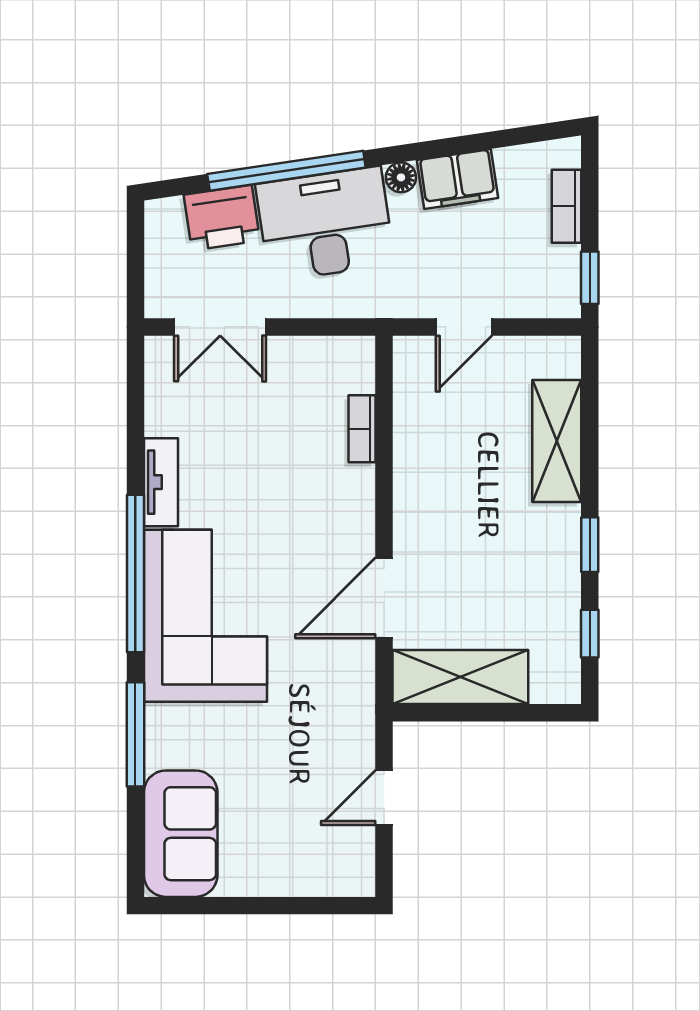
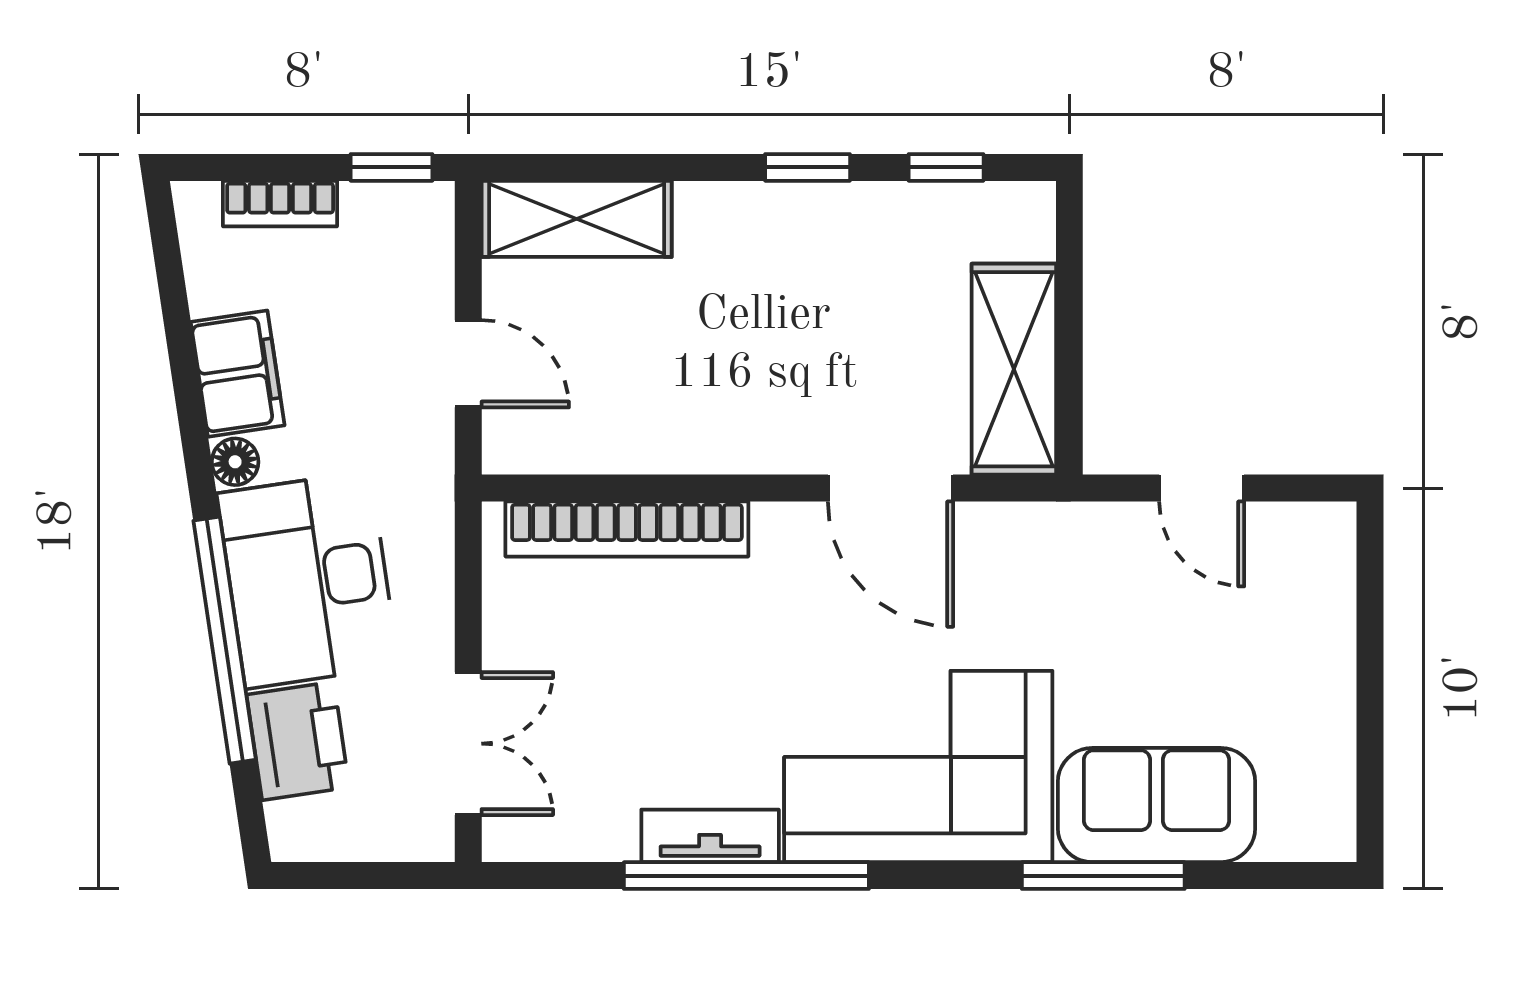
bookcase: (362, 429) -> (627, 529), width x2.31, depth x1.31
shelving: (557, 441) -> (577, 219), moved
window: (135, 574) -> (746, 876), moved
sofa: (181, 834) -> (1157, 805), moved

